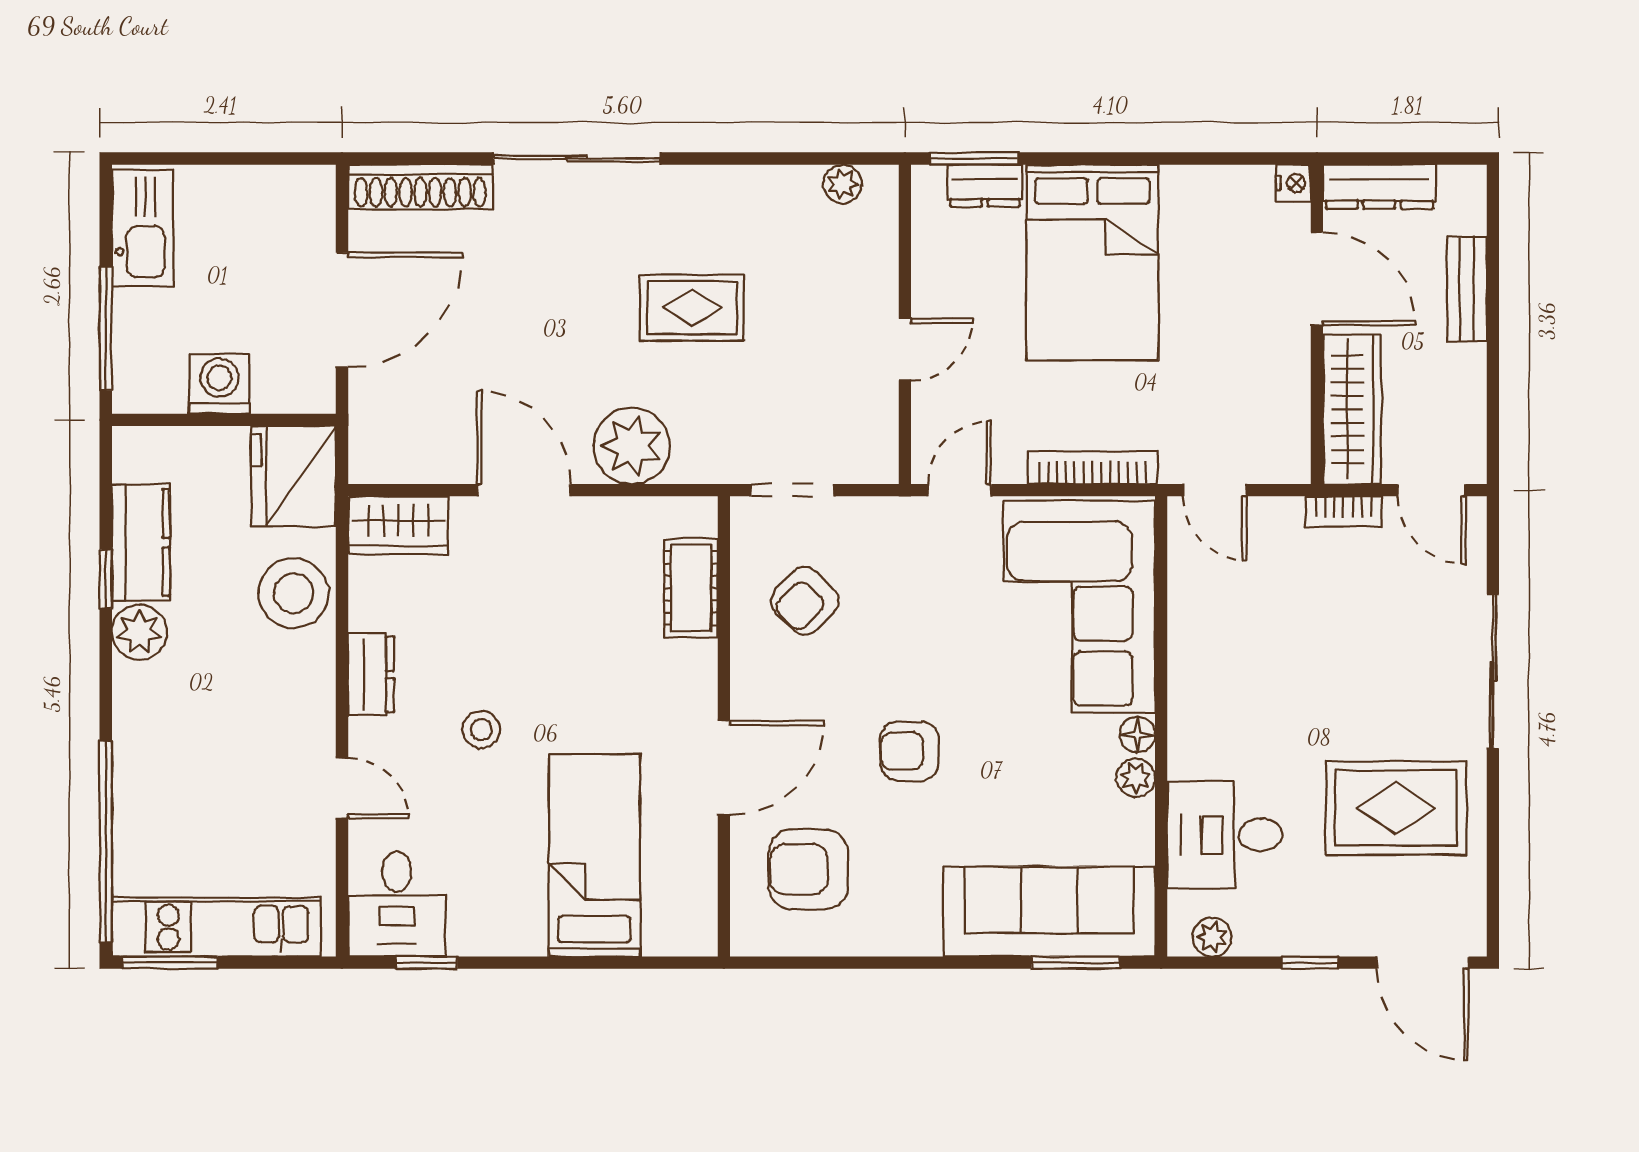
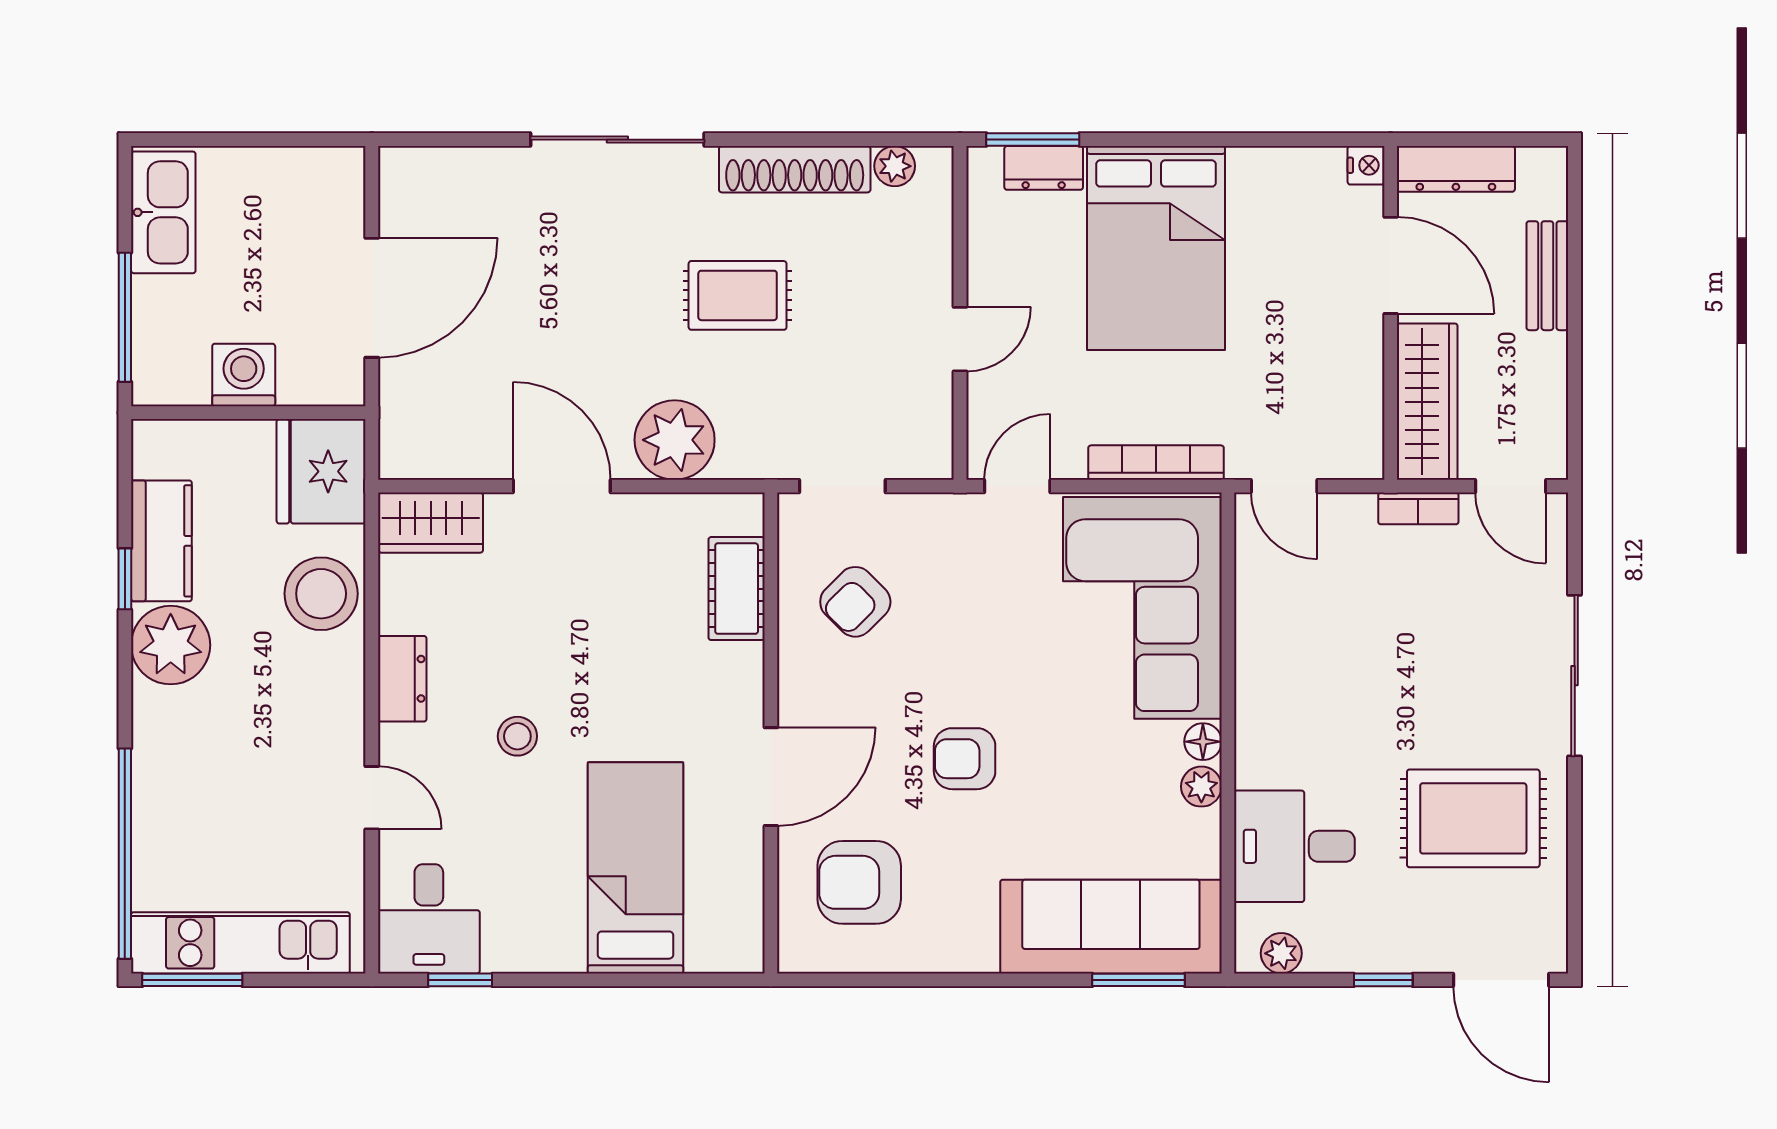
shoe rack: (420, 187) -> (795, 169), moved
plant: (139, 632) -> (171, 645), width x1.36, depth x1.36

